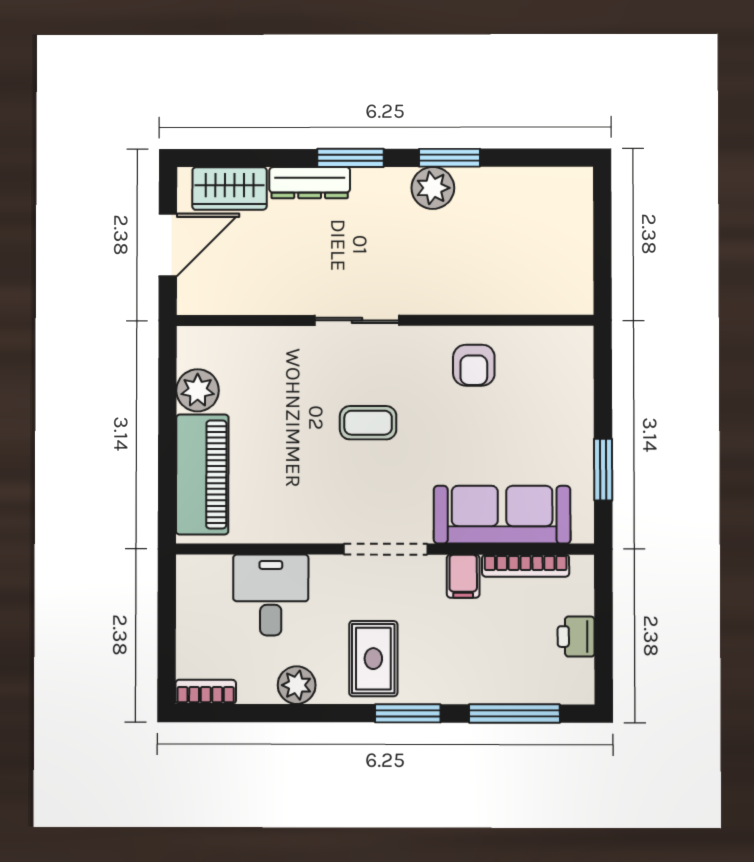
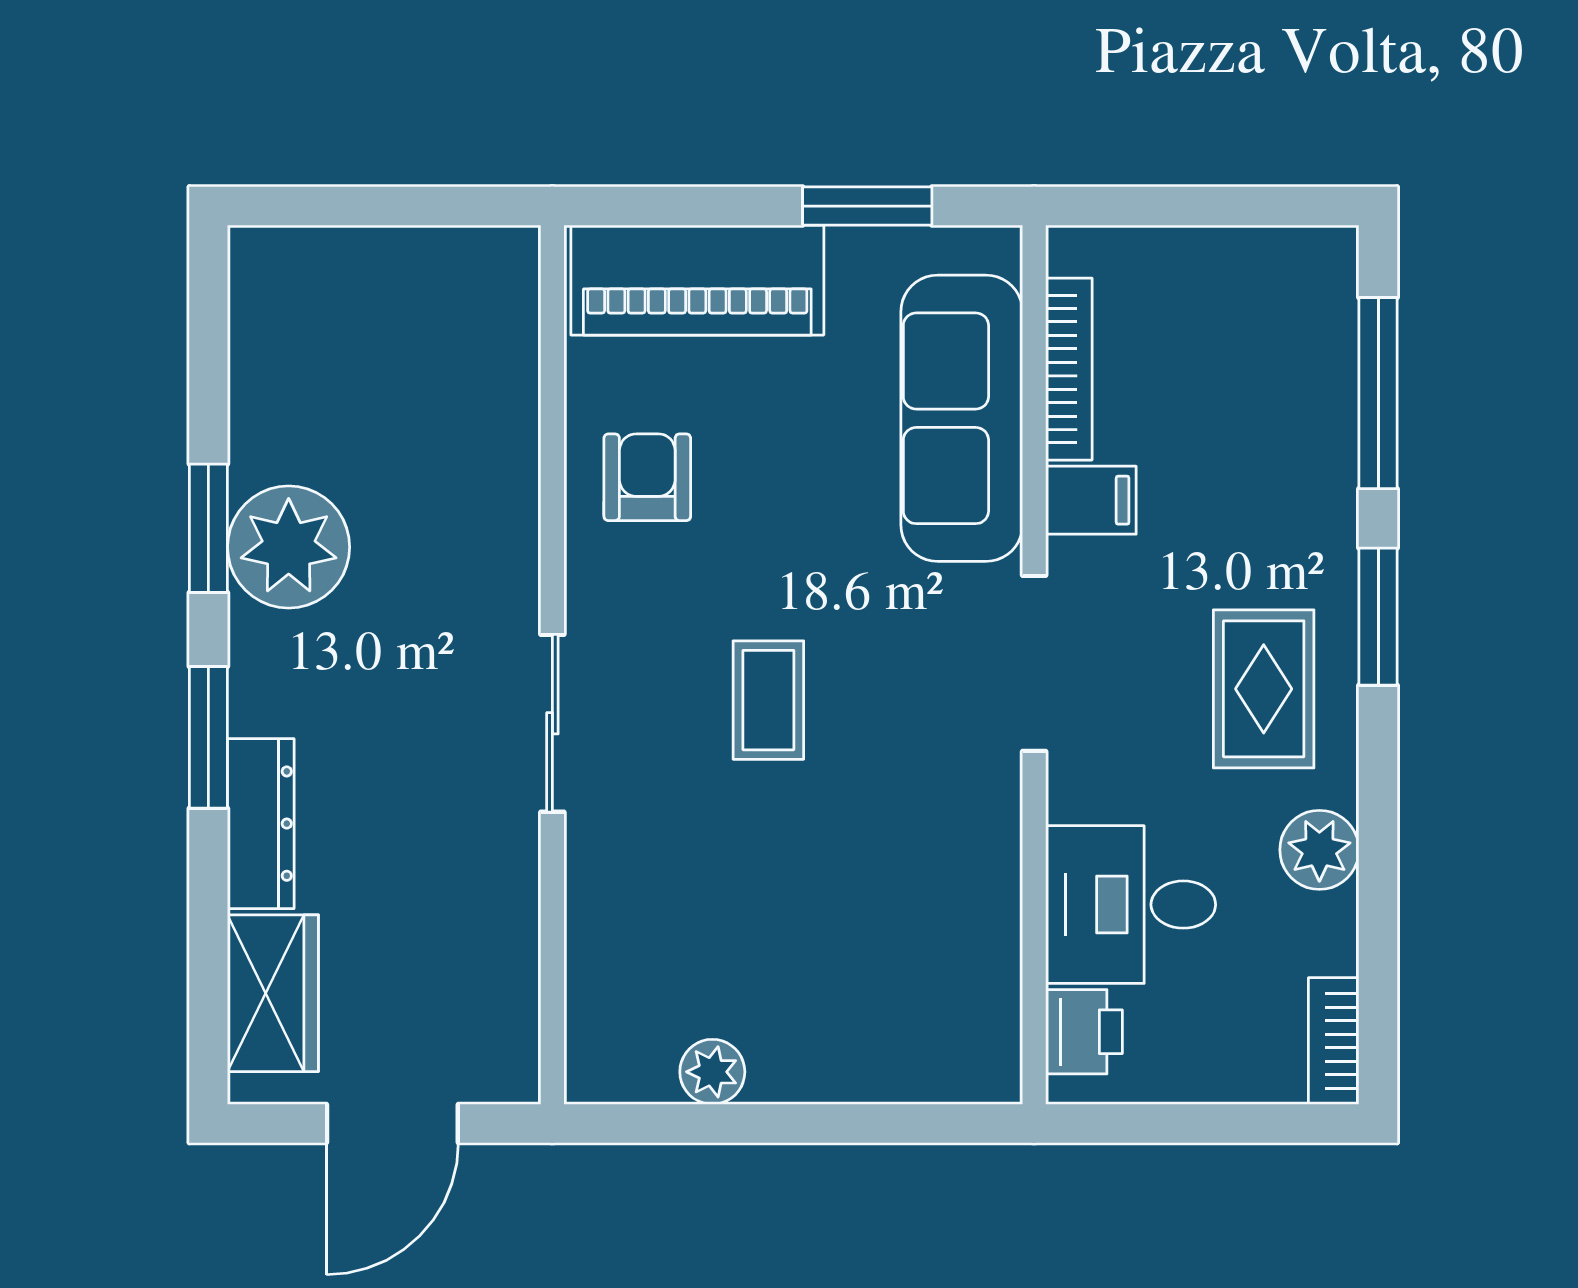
plant: (433, 188) -> (289, 547), width x1.36, depth x1.36
door: (168, 245) -> (392, 1123), swing flipped
armchair: (474, 365) -> (647, 477), turned -90
plant: (198, 390) -> (712, 1072), width x0.73, depth x0.73
piano: (202, 474) -> (697, 280), moved, turned 180
printer: (576, 637) -> (1084, 1032), moved, turned -90
rug: (373, 659) -> (1264, 689), turned 90

